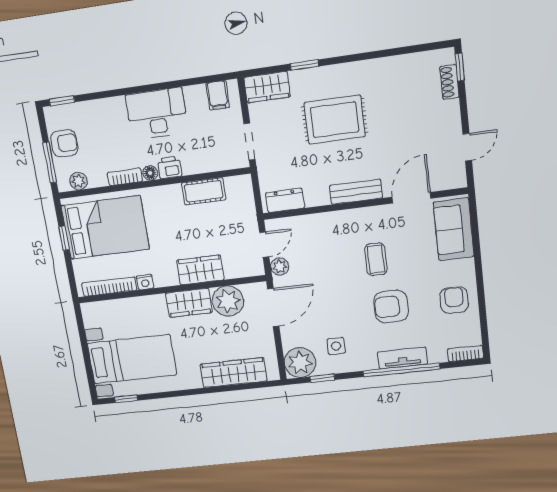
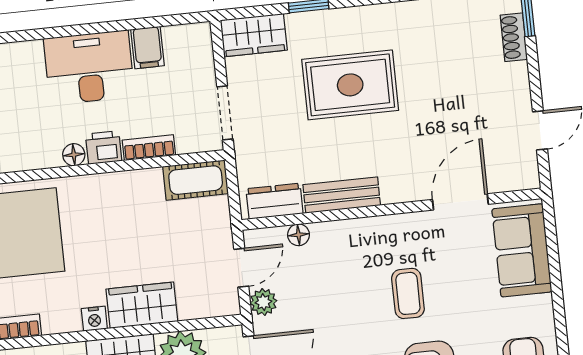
filing cabinet: (218, 95) -> (148, 48), moved
bookcase: (125, 177) -> (149, 148), moved
cot: (204, 191) -> (196, 180), moved
bench: (356, 192) -> (342, 195), moved
floor lamp: (302, 222) -> (299, 235), added
nightstand: (145, 282) -> (94, 319), moved

